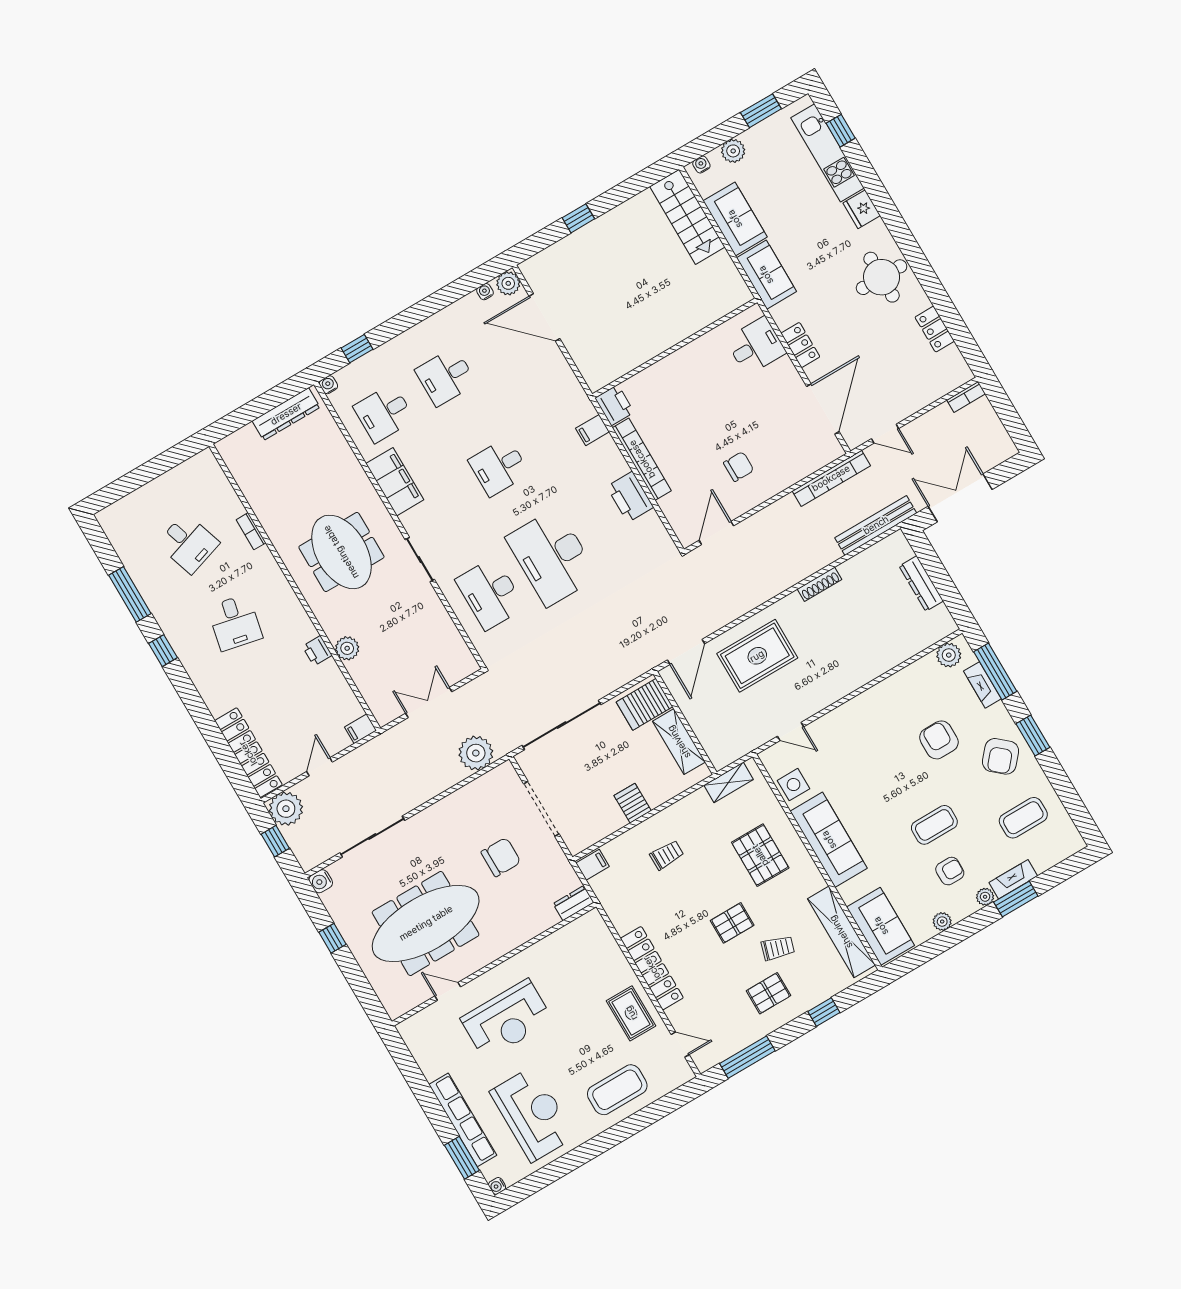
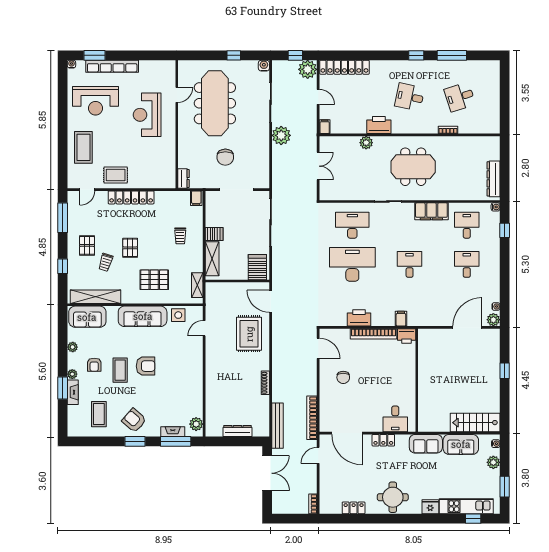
printer: (317, 651) -> (379, 125), width x1.87, depth x1.48
armchair: (939, 740) -> (146, 366), moved
shelving: (679, 742) -> (212, 259), moved, turned 90
plant: (476, 753) -> (281, 135), moved

